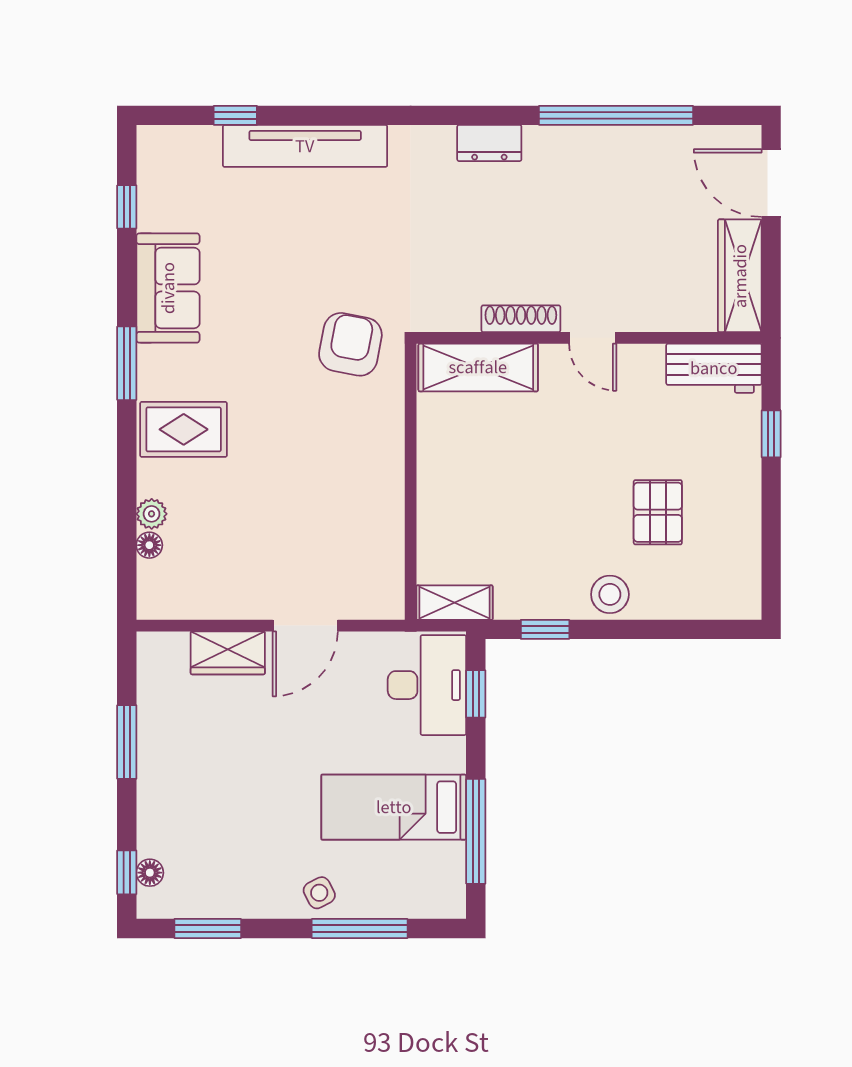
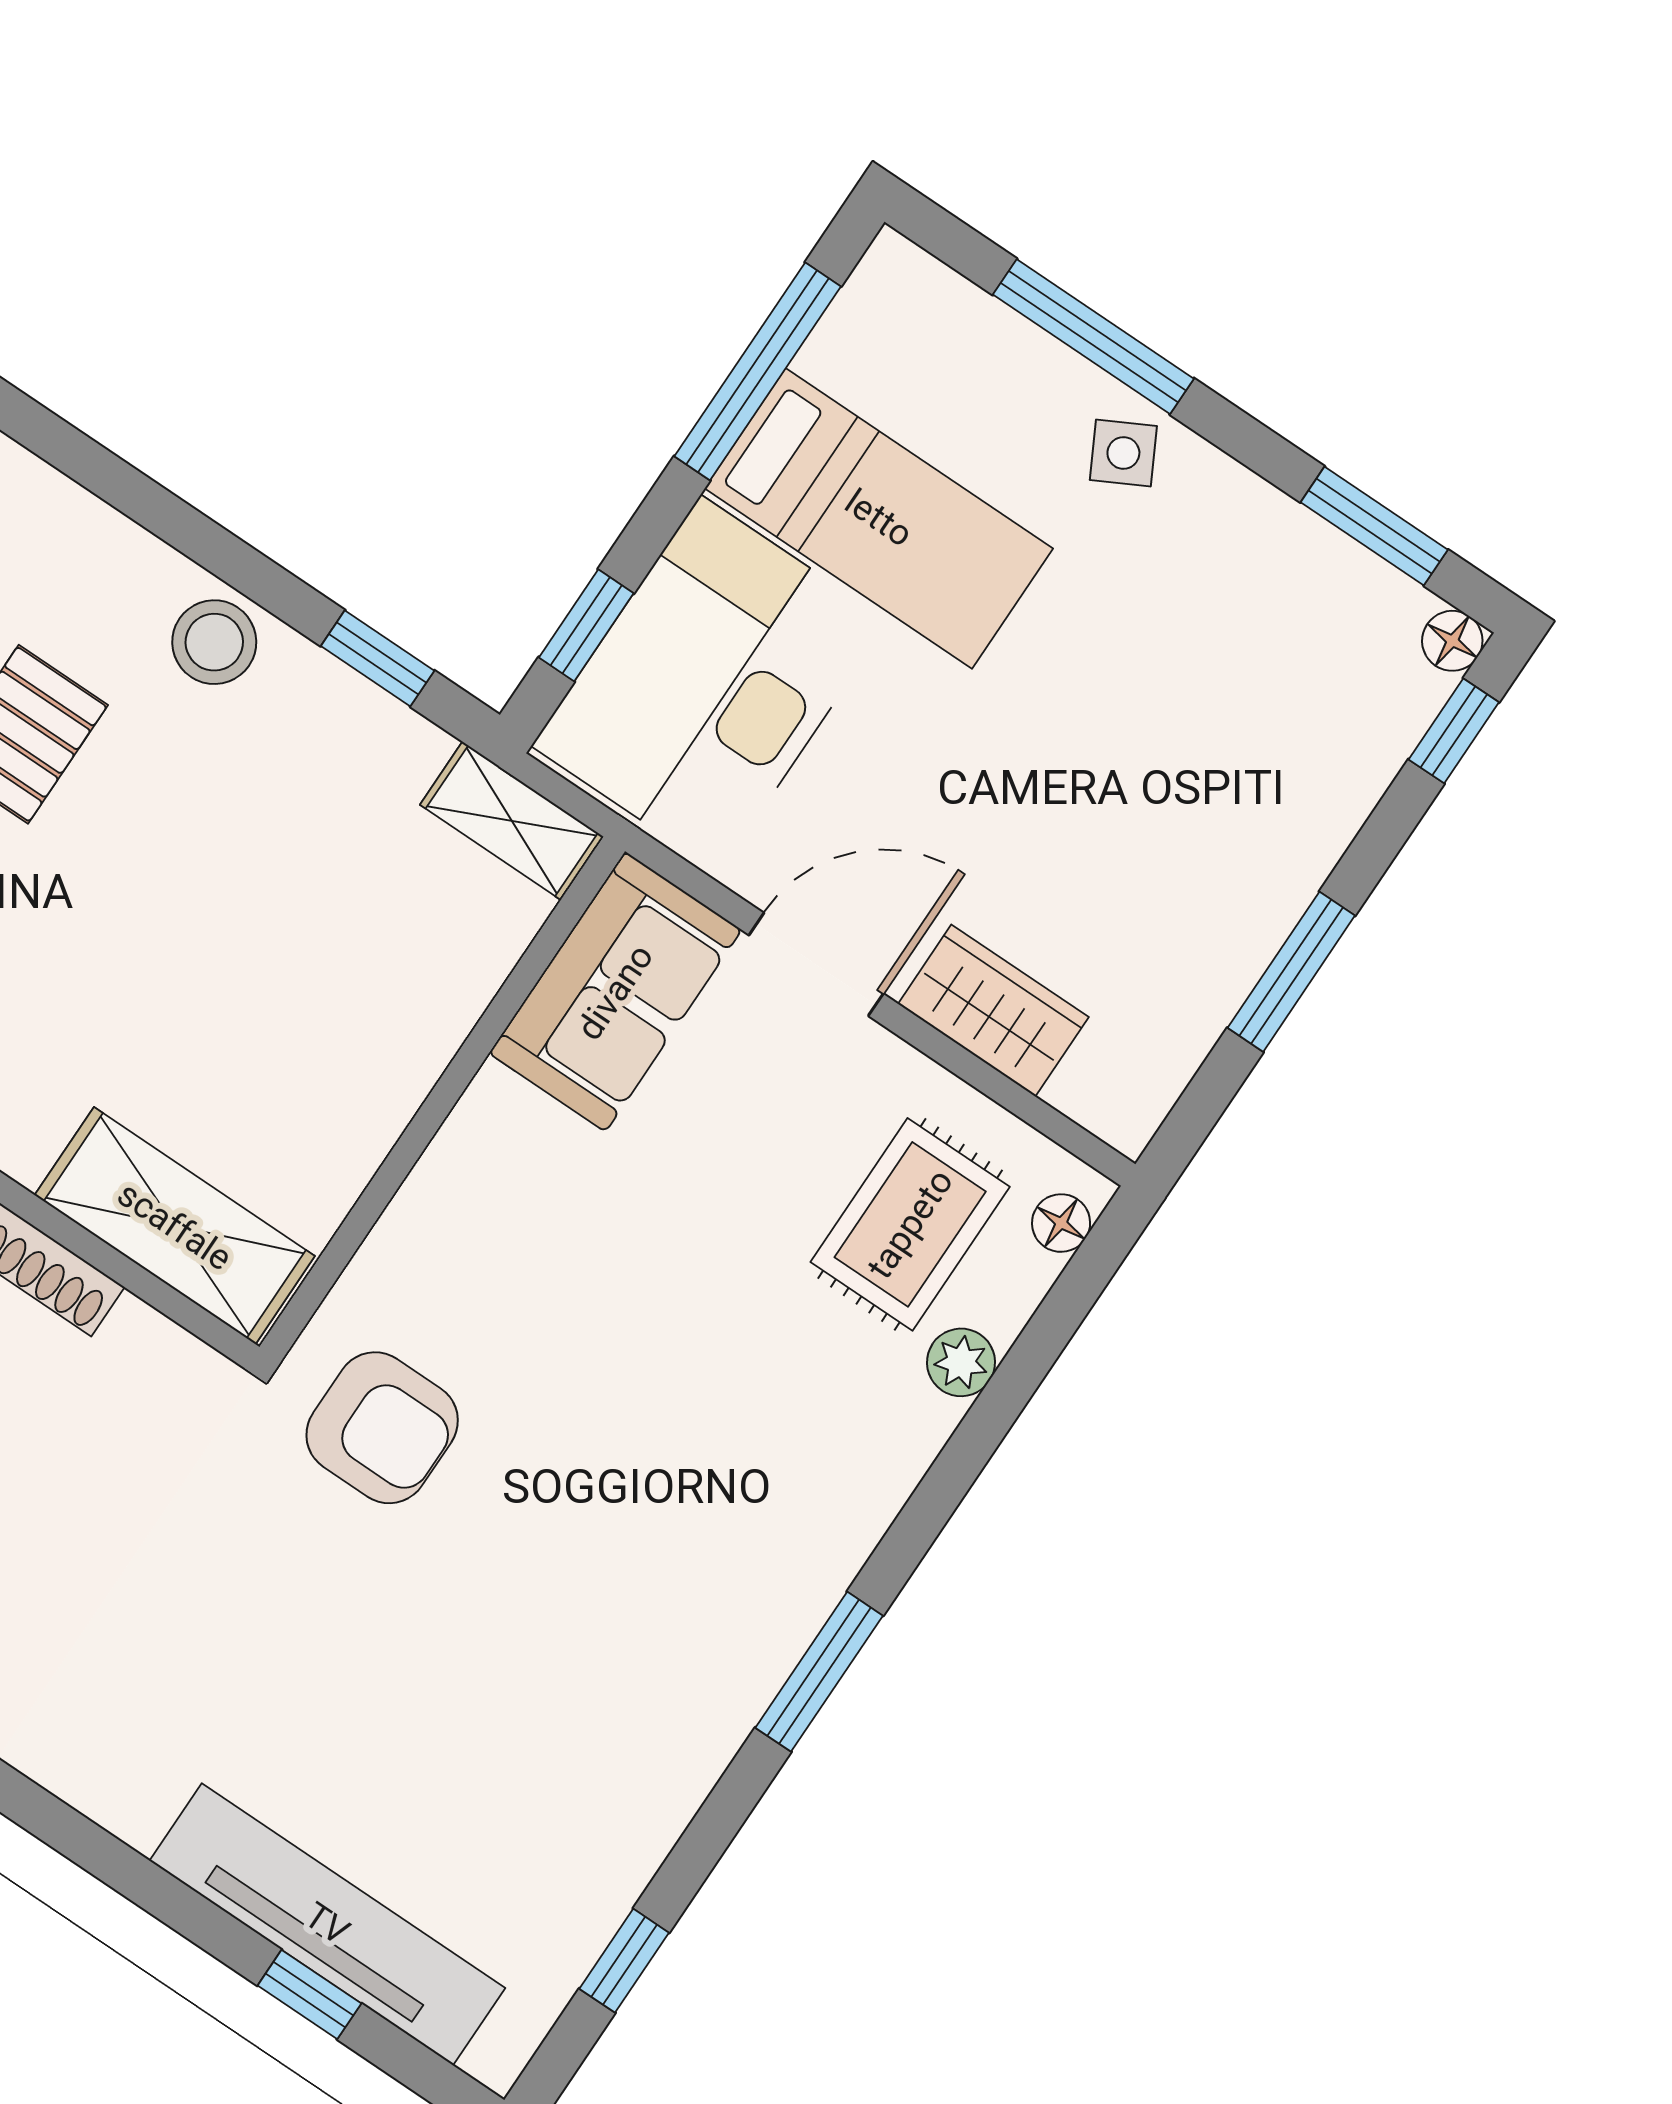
tv unit: (305, 146) -> (327, 1924), moved
sofa: (168, 288) -> (615, 992), moved, turned 180
armchair: (350, 344) -> (382, 1428), turned -101
rug: (184, 429) -> (910, 1224), moved, turned 90
floor lamp: (149, 545) -> (1061, 1223), moved
desk: (427, 685) -> (710, 684), width x1.36, depth x1.30
floor lamp: (150, 873) -> (1452, 641), moved

